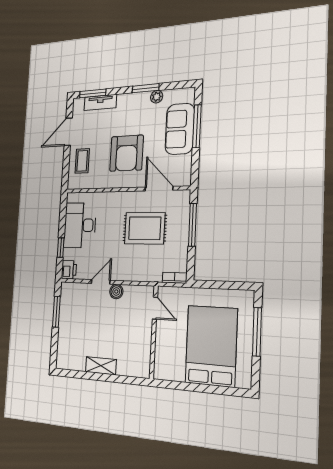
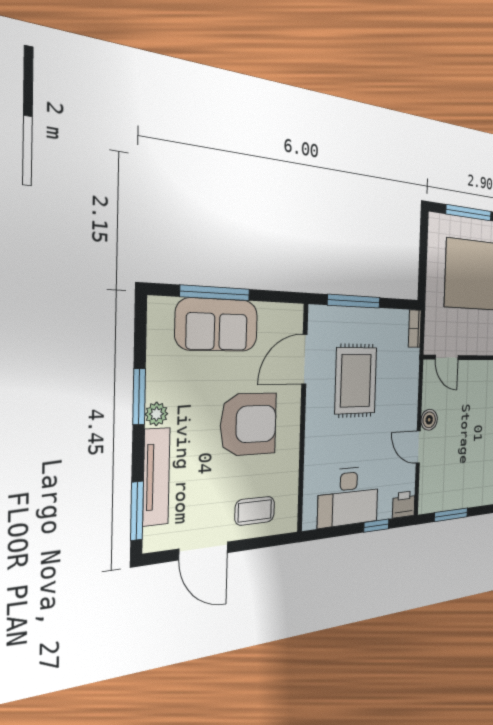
plant: (157, 97) -> (156, 414), moved
tv unit: (100, 102) -> (156, 477), width x1.41
door: (155, 308) -> (447, 357), swing flipped

